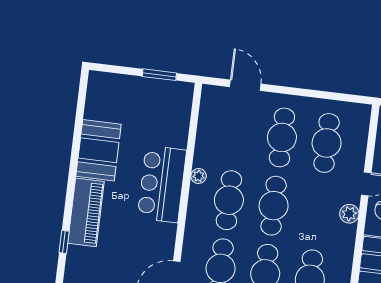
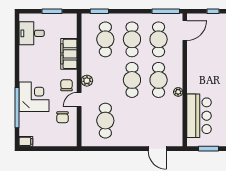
cafe table: (282, 137) -> (132, 121), removed
bar counter: (162, 184) -> (199, 116), moved

